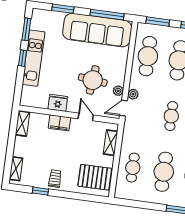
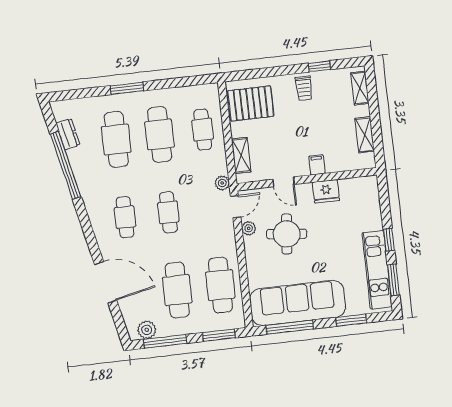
kitchen unit: (34, 58) -> (377, 270), moved
plant: (133, 94) -> (222, 183), moved
filing cabinet: (59, 123) -> (317, 165), width x0.50
shelving: (23, 124) -> (365, 135), moved

